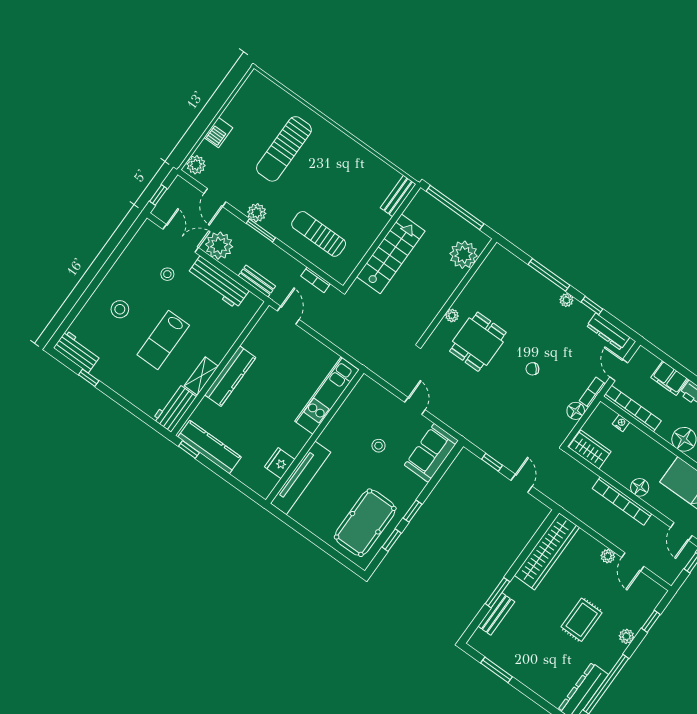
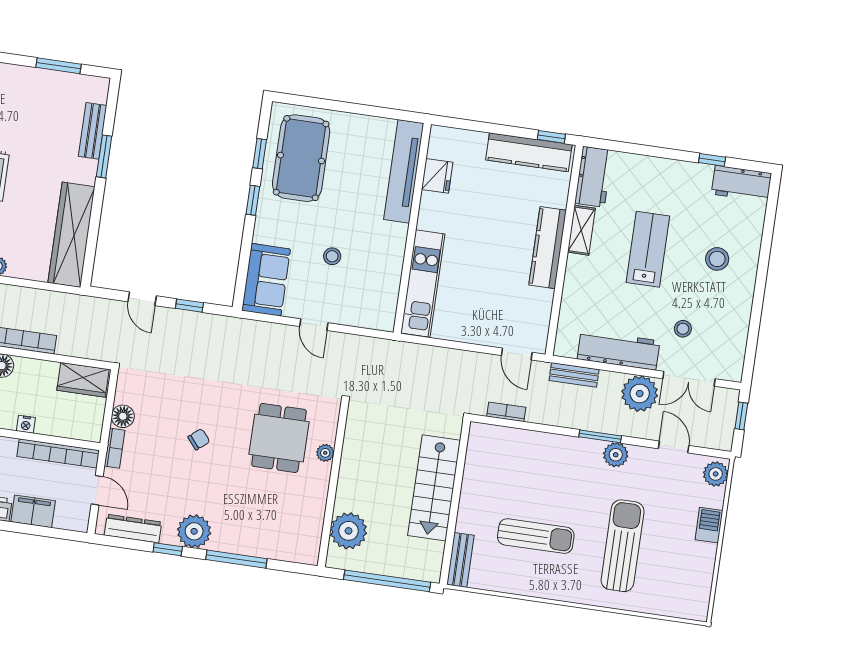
sun lounger: (319, 234) -> (536, 536), moved
plant: (566, 300) -> (194, 531), width x1.88, depth x1.88
nightstand: (621, 423) -> (26, 424), moved

